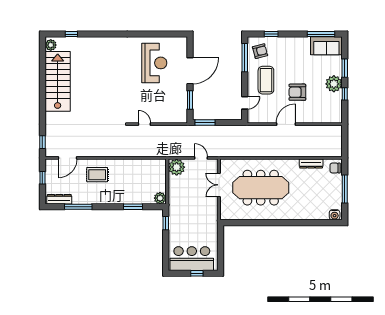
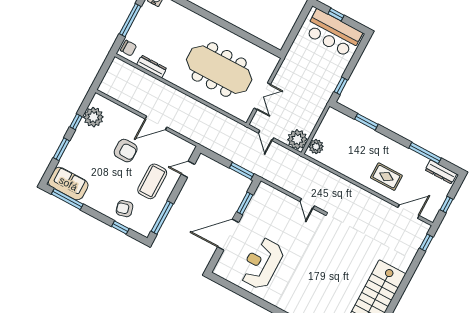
armchair: (260, 51) -> (125, 209), moved
plant: (334, 84) -> (93, 117), moved
plant: (160, 198) -> (316, 147), moved

